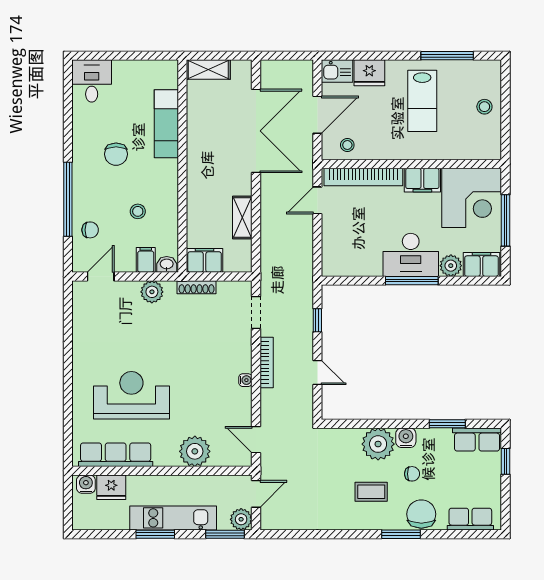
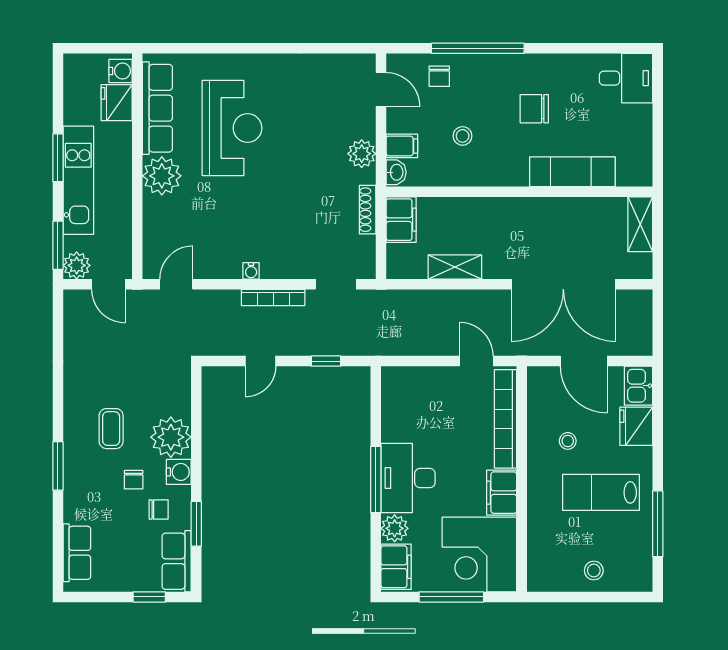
stool: (347, 145) -> (568, 441), moved
plant: (195, 451) -> (162, 176), moved
chair: (421, 514) -> (159, 509), moved, width x0.54, depth x0.54

